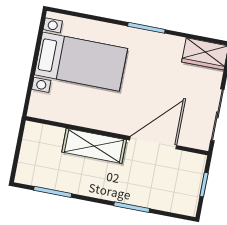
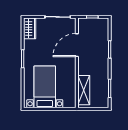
door: (153, 143) -> (77, 45), hinge flipped
shelving: (94, 146) -> (84, 90), moved

